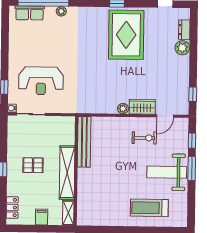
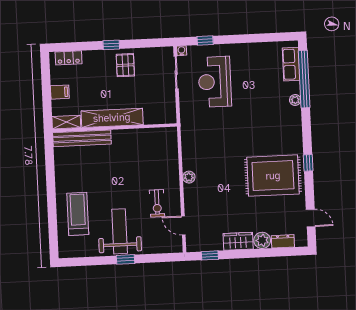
wardrobe: (142, 107) -> (238, 241), moved, turned -90
window: (192, 141) -> (157, 258), removed
bench: (84, 142) -> (82, 138), moved
pallet: (33, 165) -> (125, 65), moved
window: (192, 168) -> (125, 259), width x0.67

